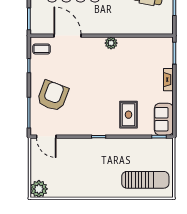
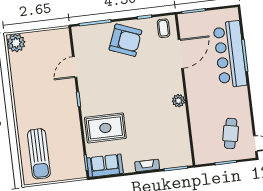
armchair: (53, 96) -> (125, 40), moved
rug: (128, 115) -> (105, 128), width x1.36, depth x1.43
door: (46, 137) -> (75, 67), moved

